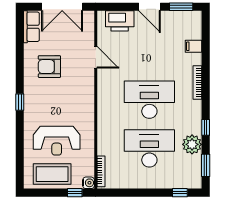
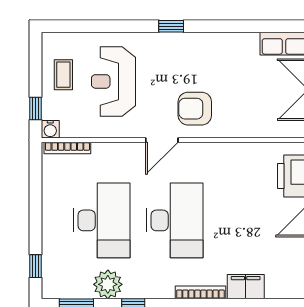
filing cabinet: (194, 46) -> (246, 287), width x2.00
door: (96, 57) -> (162, 140), moved
armchair: (49, 67) -> (195, 109), moved, turned -90
coffee table: (52, 174) -> (63, 75), width x0.54, depth x0.58

